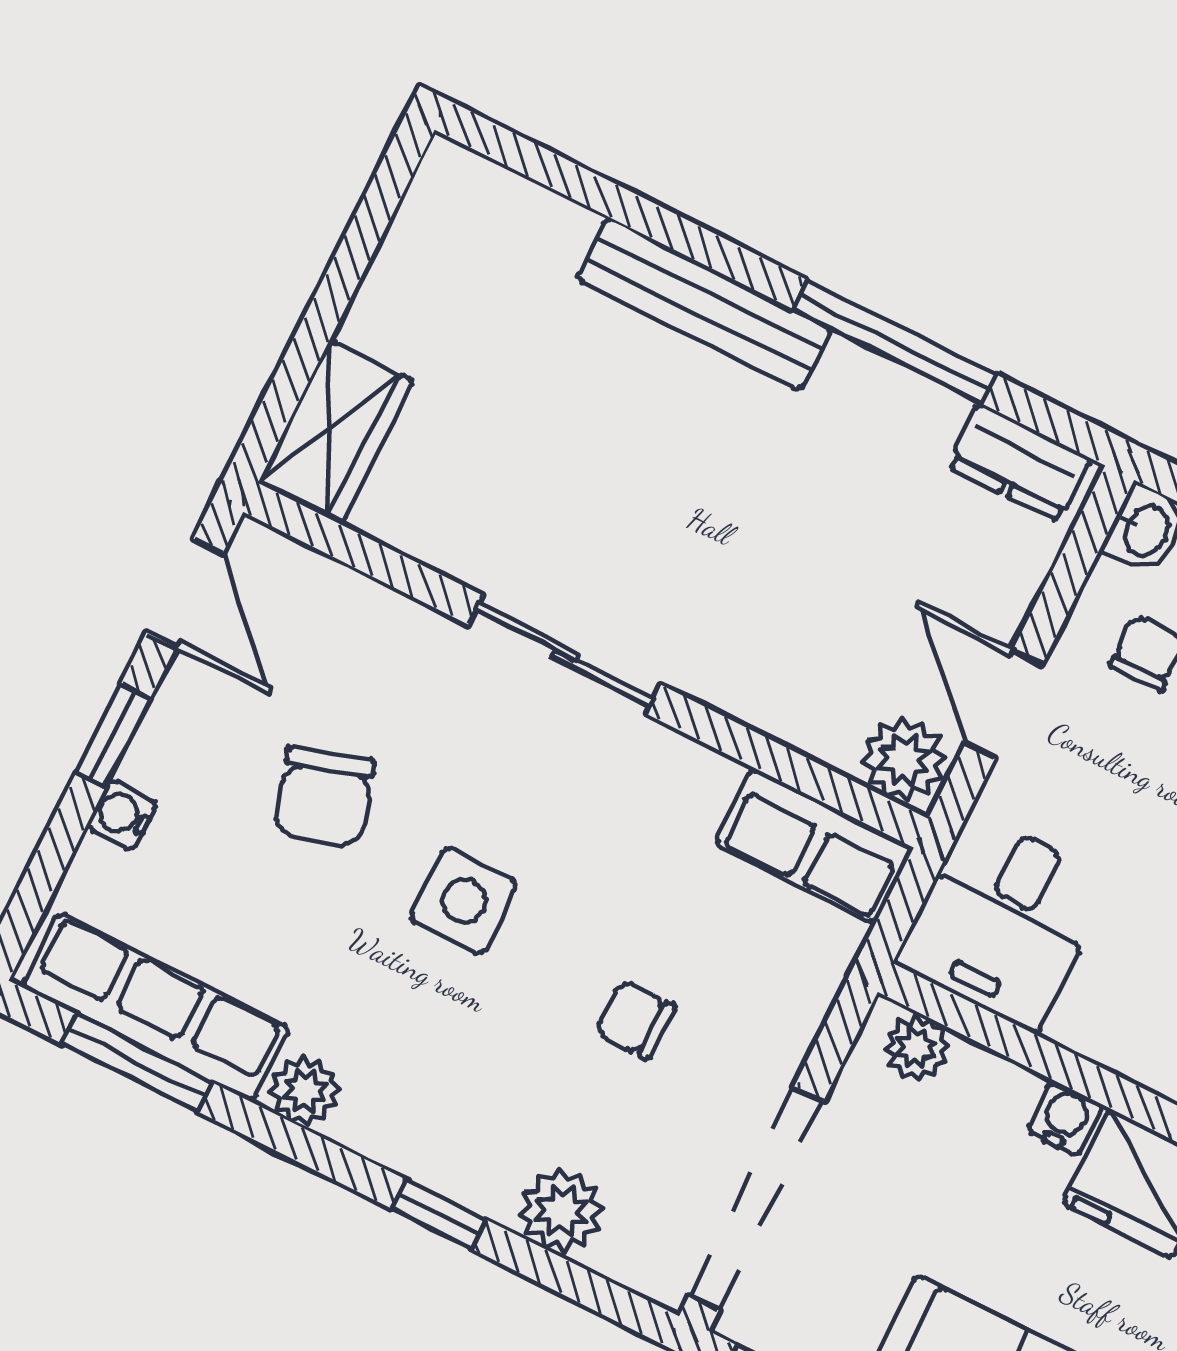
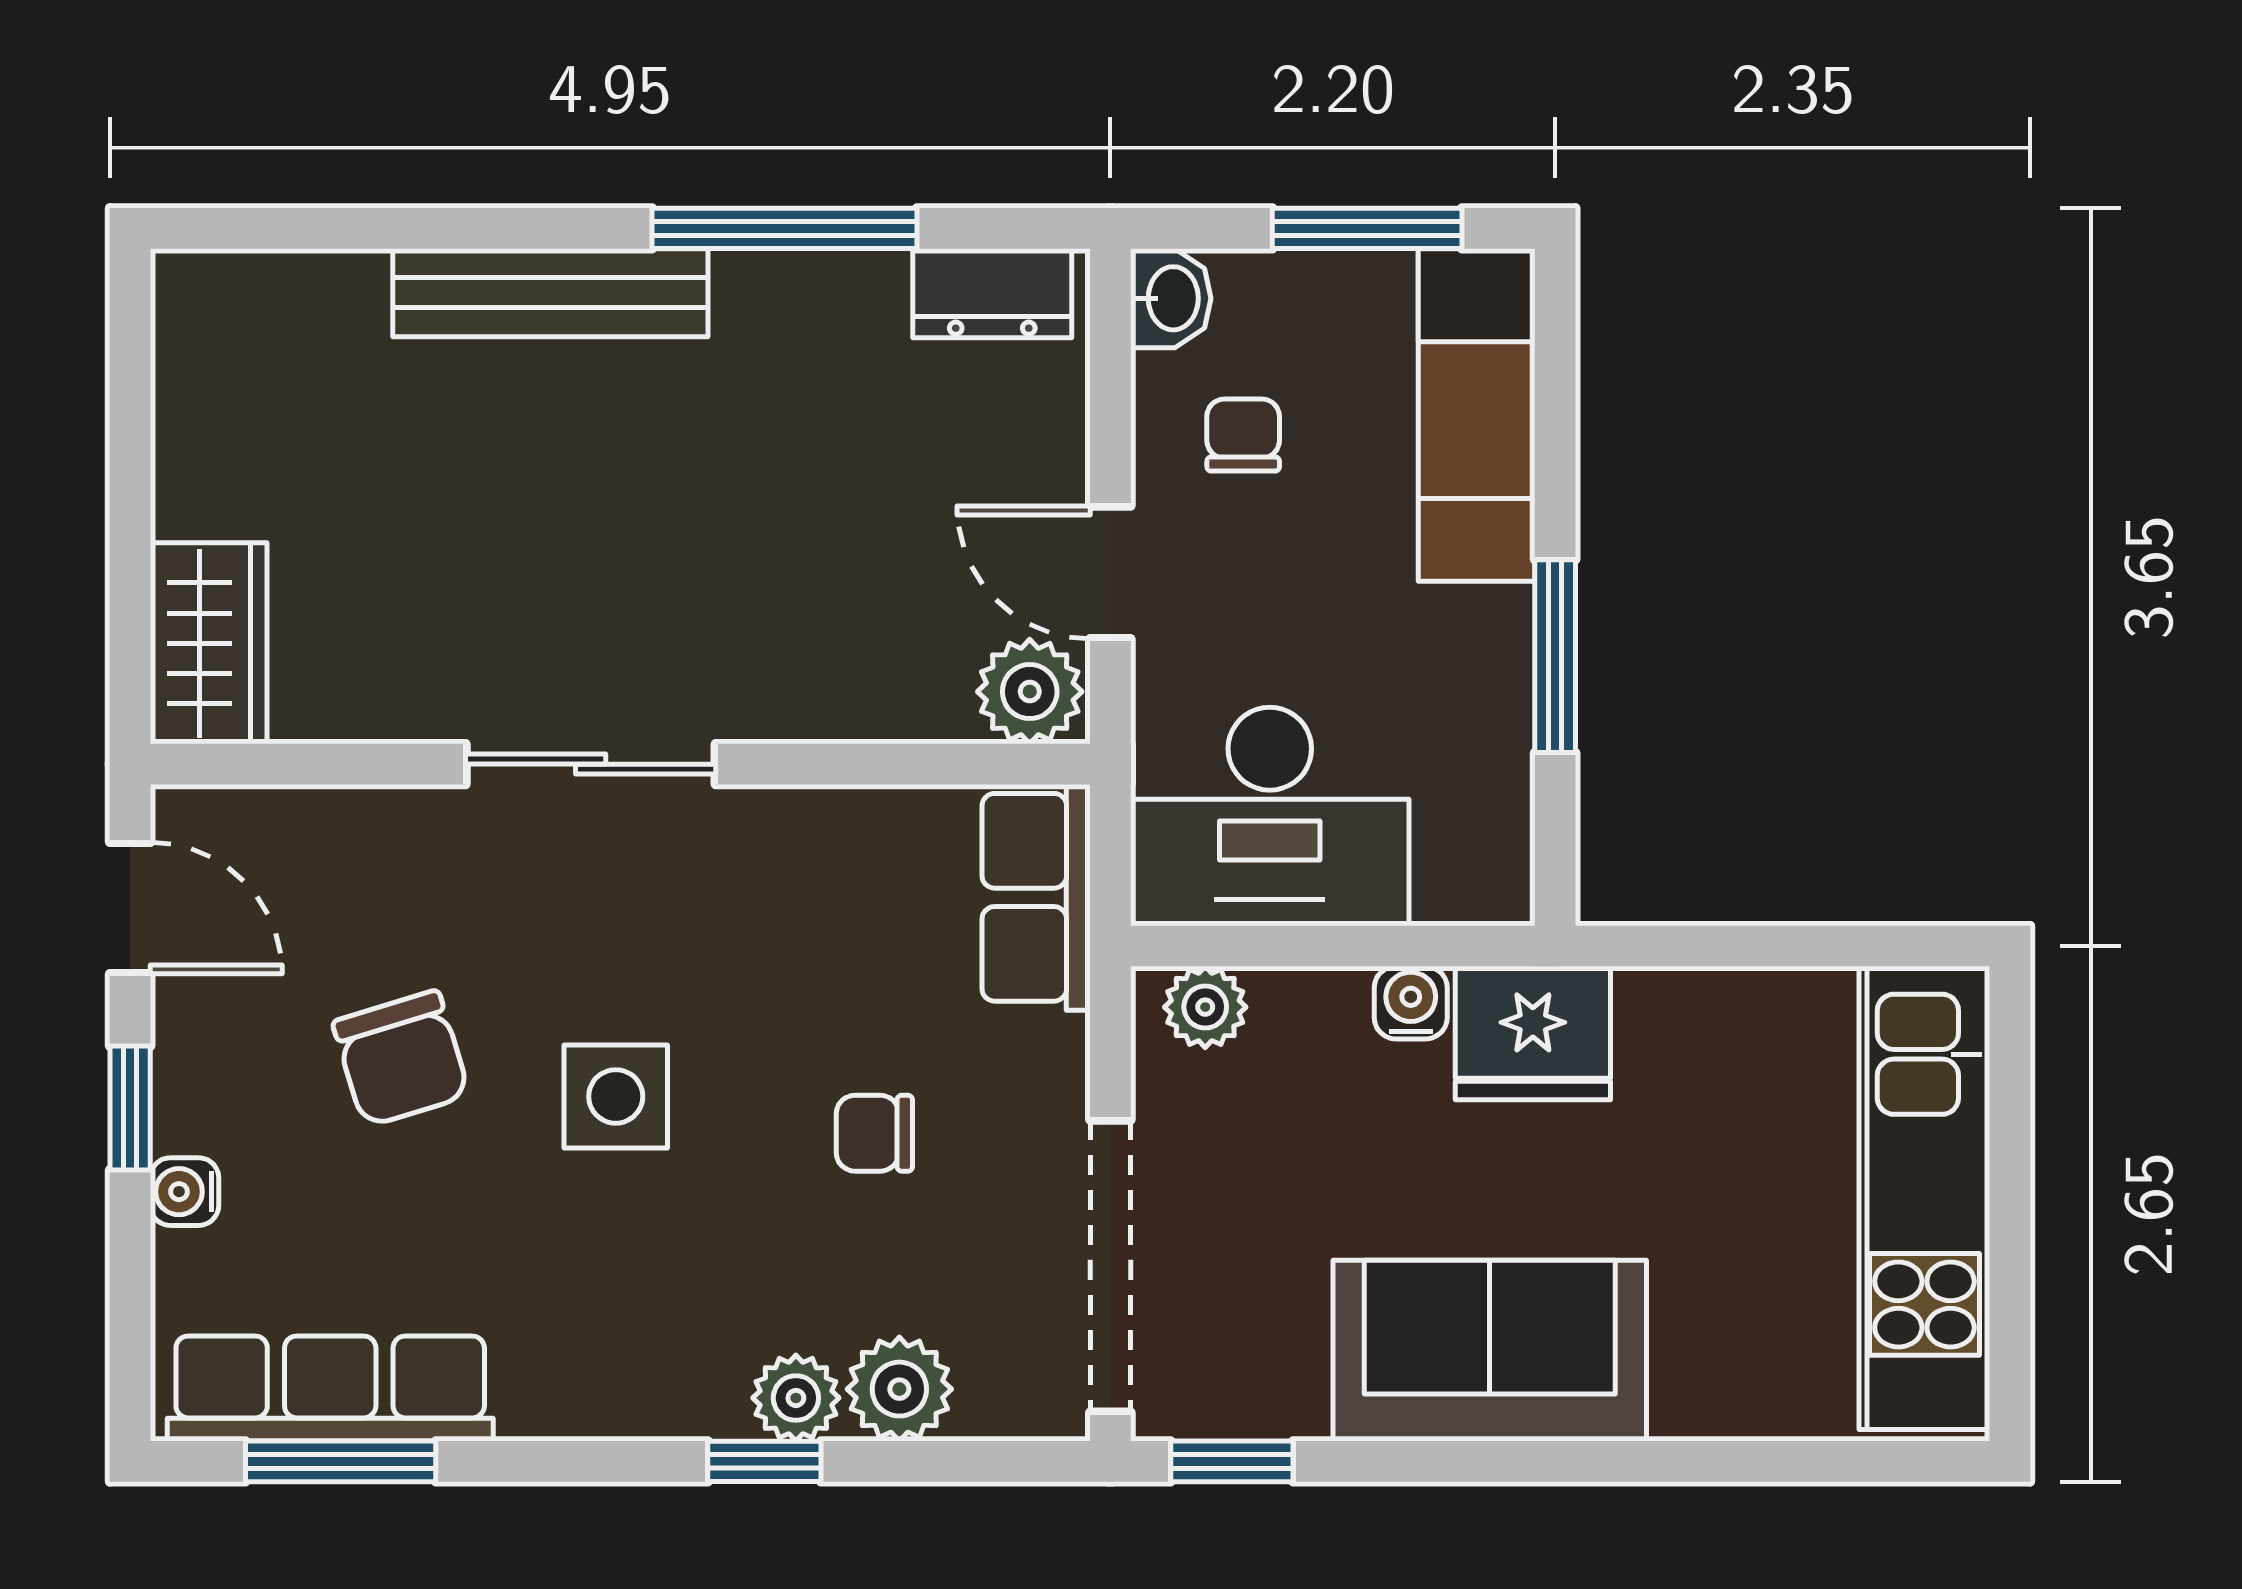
row of seats: (814, 846) -> (1036, 897), moved, turned 90
desk: (1004, 921) -> (1270, 816), width x1.37
plant: (305, 1091) -> (796, 1398), moved

